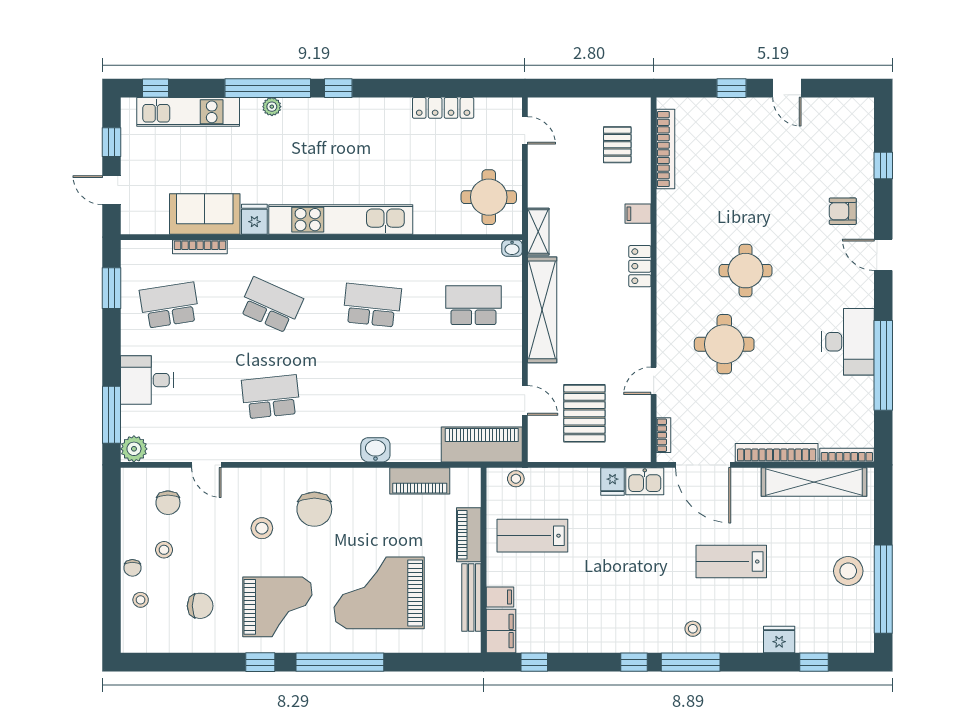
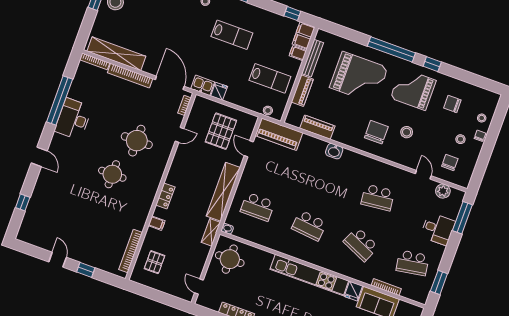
armchair: (843, 211) -> (52, 187), removed
plant: (134, 449) -> (443, 191), moved
lab bench: (731, 562) -> (232, 35), moved

